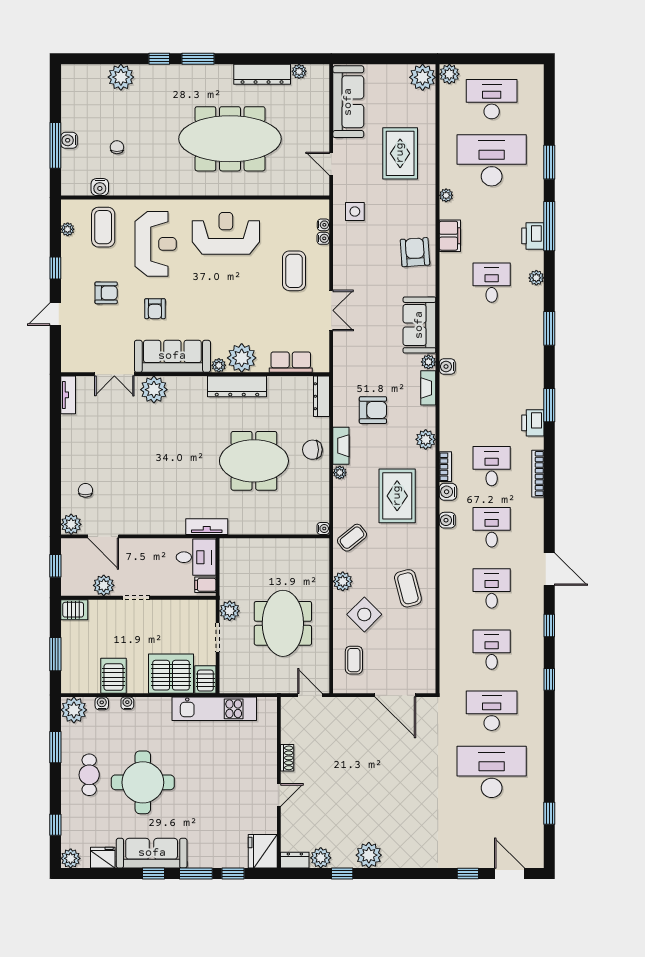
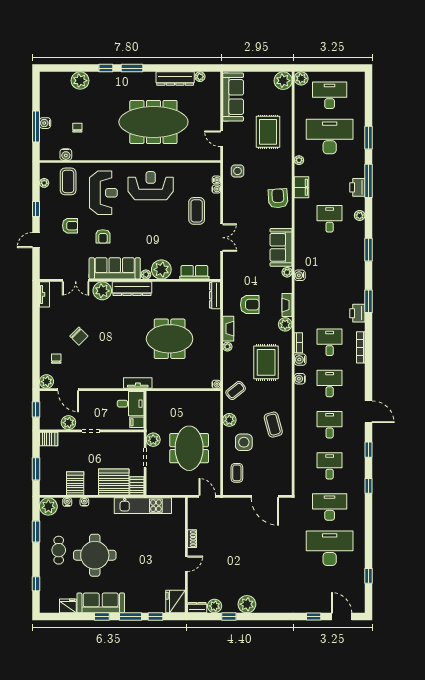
dresser: (237, 386) -> (132, 289), moved
fireplace: (428, 388) -> (287, 305), moved
chair: (312, 450) -> (79, 336), moved, turned -135
side table: (364, 614) -> (244, 442), turned 45
plant: (71, 858) -> (46, 606), removed

